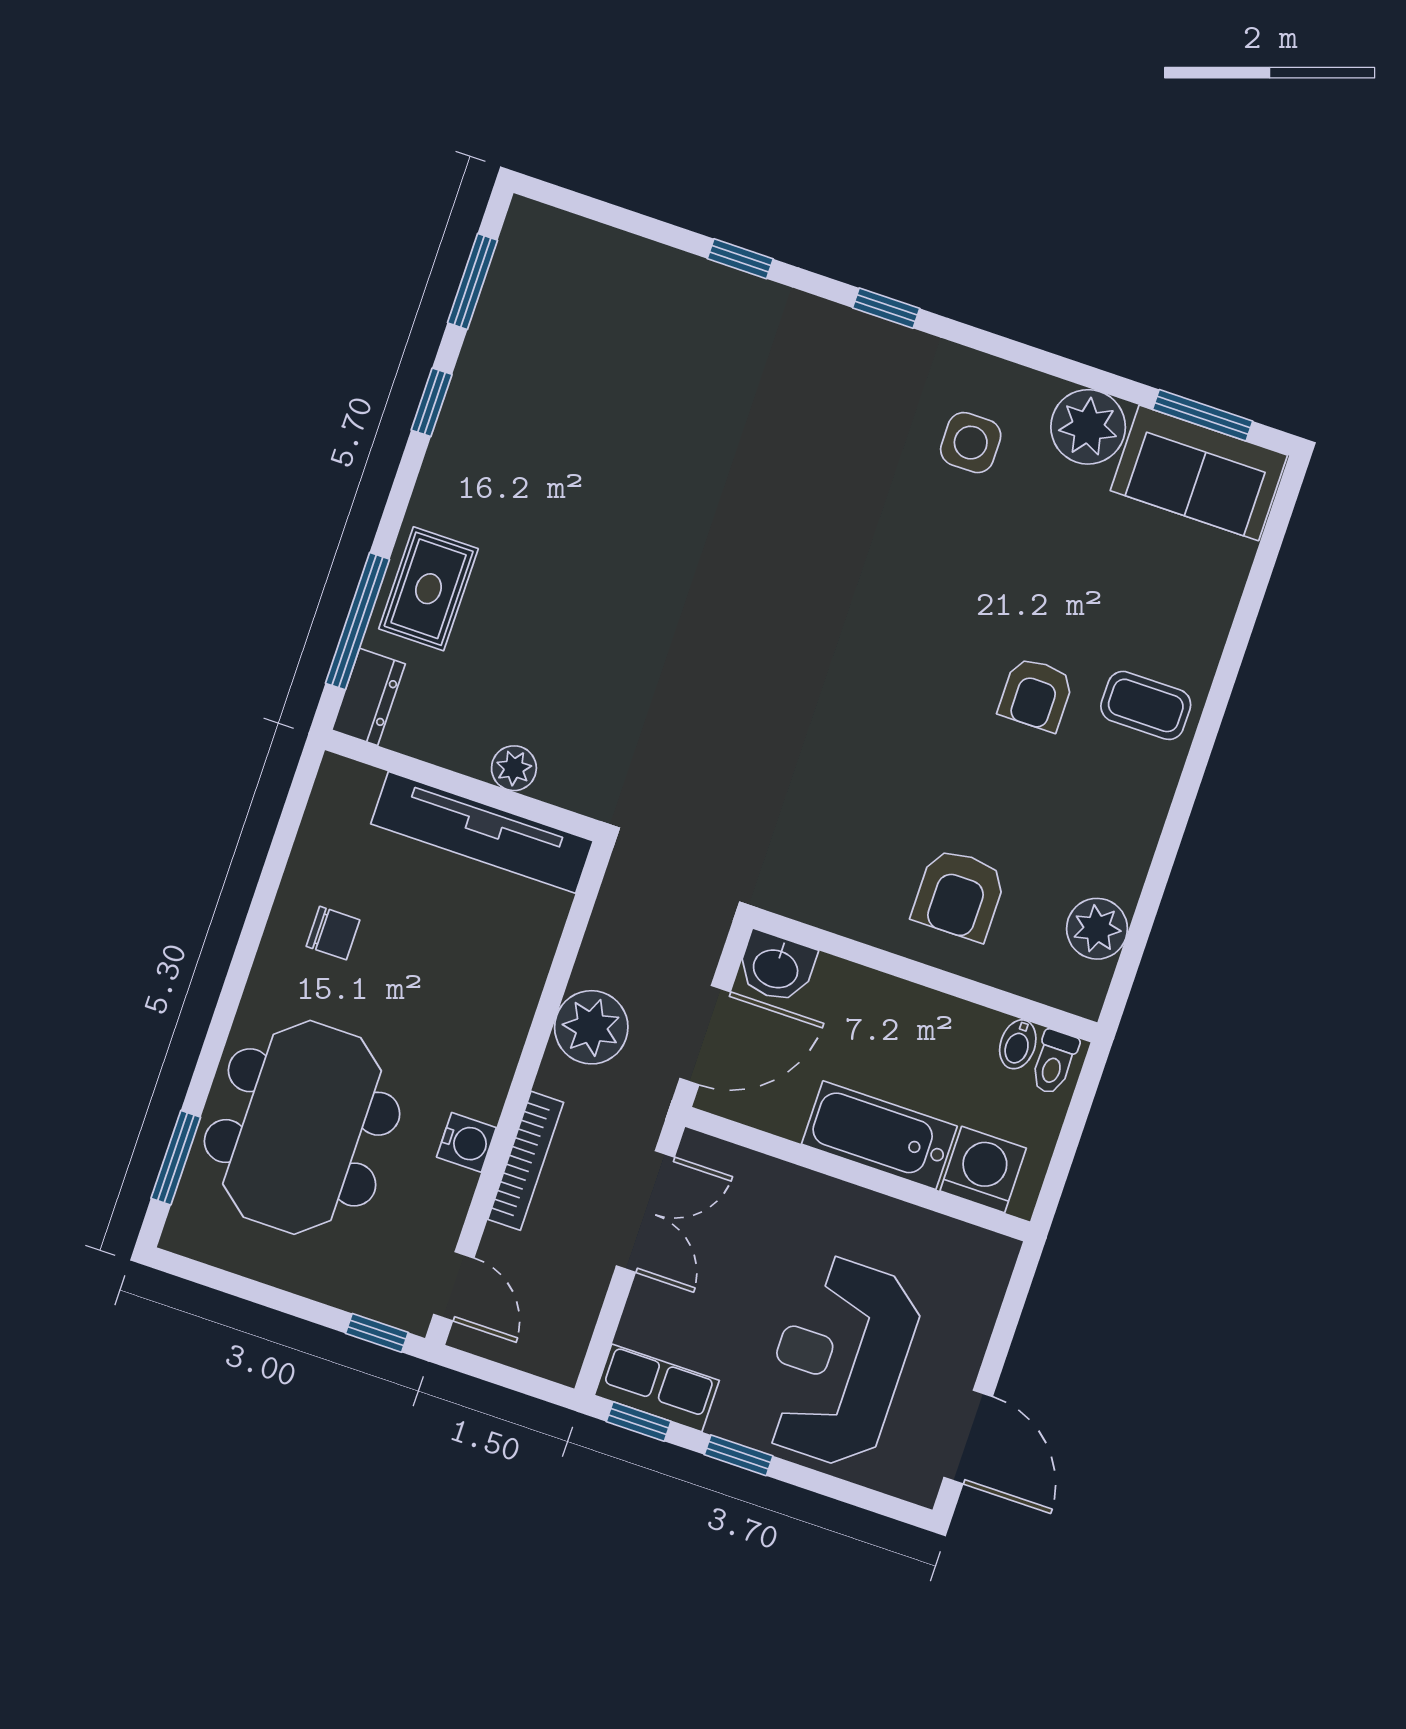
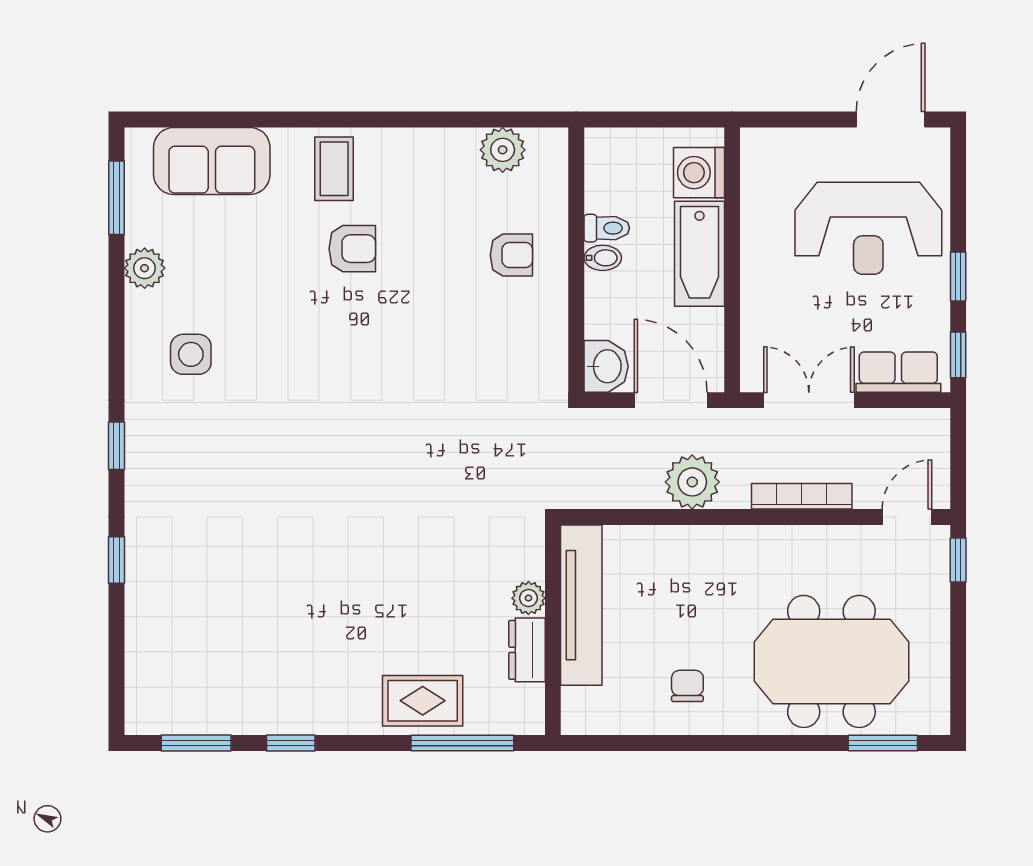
plant: (1088, 427) -> (145, 268), width x0.73, depth x0.73
sofa: (1199, 473) -> (212, 161), moved, turned 90
dresser: (369, 697) -> (527, 650), moved, turned -90
armchair: (959, 895) -> (511, 255), width x0.72, depth x0.72
bidet: (1018, 1044) -> (603, 258), moved
toilet: (1054, 1062) -> (607, 228), moved
water cooler: (466, 1142) -> (803, 542), removed
row of seats: (657, 1388) -> (898, 372), moved, turned 90

